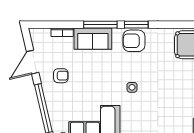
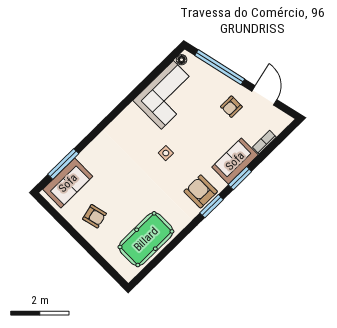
window: (100, 25) -> (240, 178), width x0.69
armchair: (134, 41) -> (201, 191), turned -90

